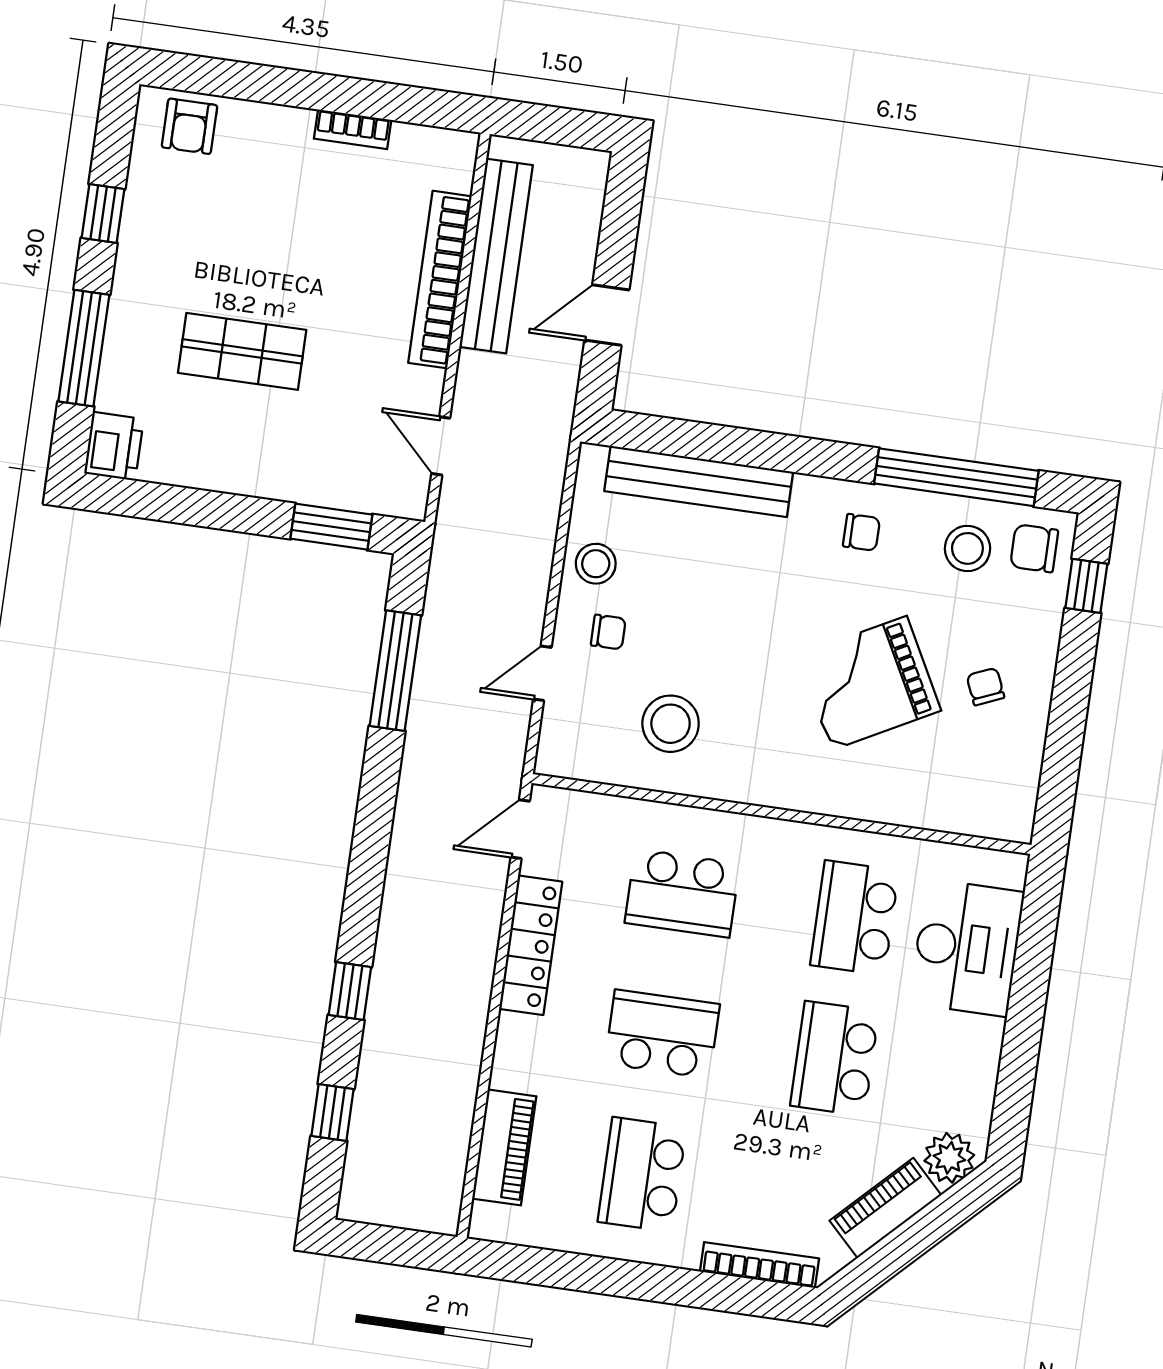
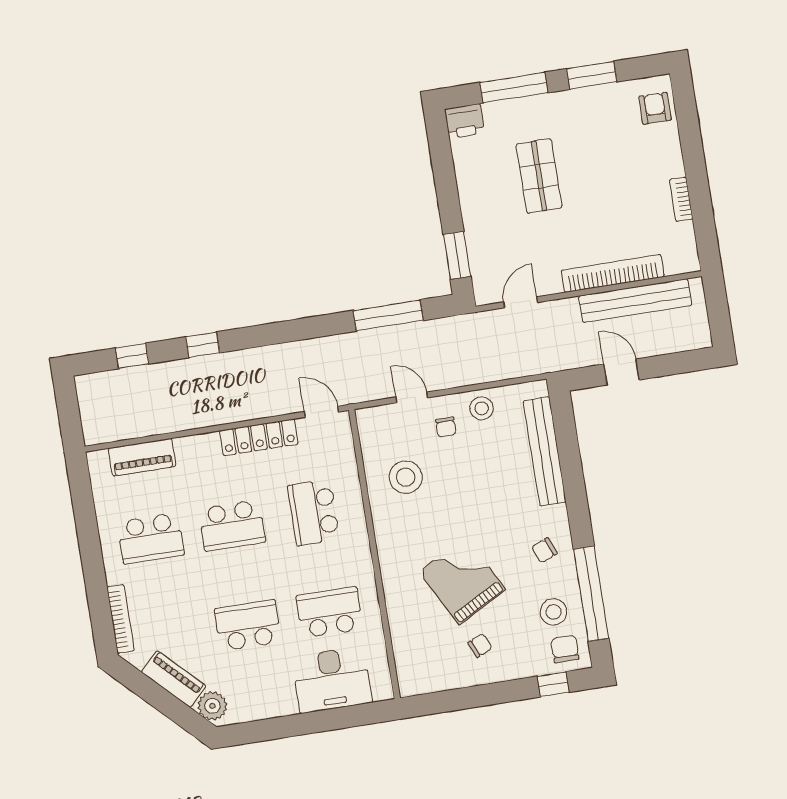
armchair: (189, 126) -> (655, 108), turned 90
window: (103, 213) -> (592, 75), width x1.50
chair: (861, 532) -> (544, 550), turned 68
school desk: (662, 1034) -> (232, 525), turned 90
school desk: (642, 1175) -> (151, 538), turned 180

